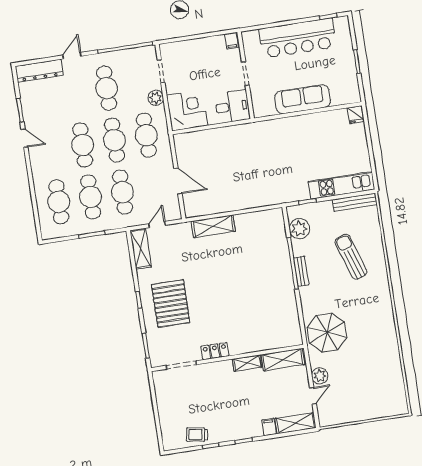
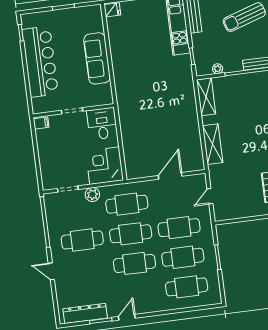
dresser: (39, 71) -> (85, 313), moved, turned -90
door: (157, 225) -> (210, 196), hinge flipped
plant: (299, 229) -> (218, 69), width x0.53, depth x0.53
shelving: (141, 249) -> (206, 97), moved, turned 90

